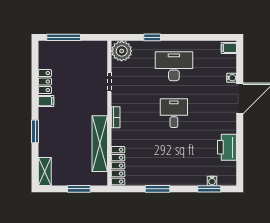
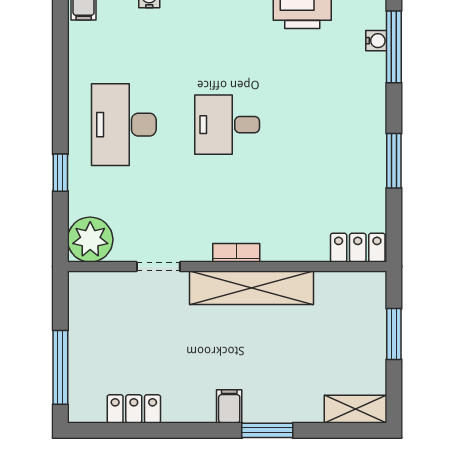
locker: (45, 82) -> (134, 409), moved
filing cabinet: (46, 101) -> (229, 406), moved
shelving: (100, 144) -> (251, 288), moved
locker: (118, 166) -> (358, 248), width x0.66
window: (209, 189) -> (394, 47), width x1.44

